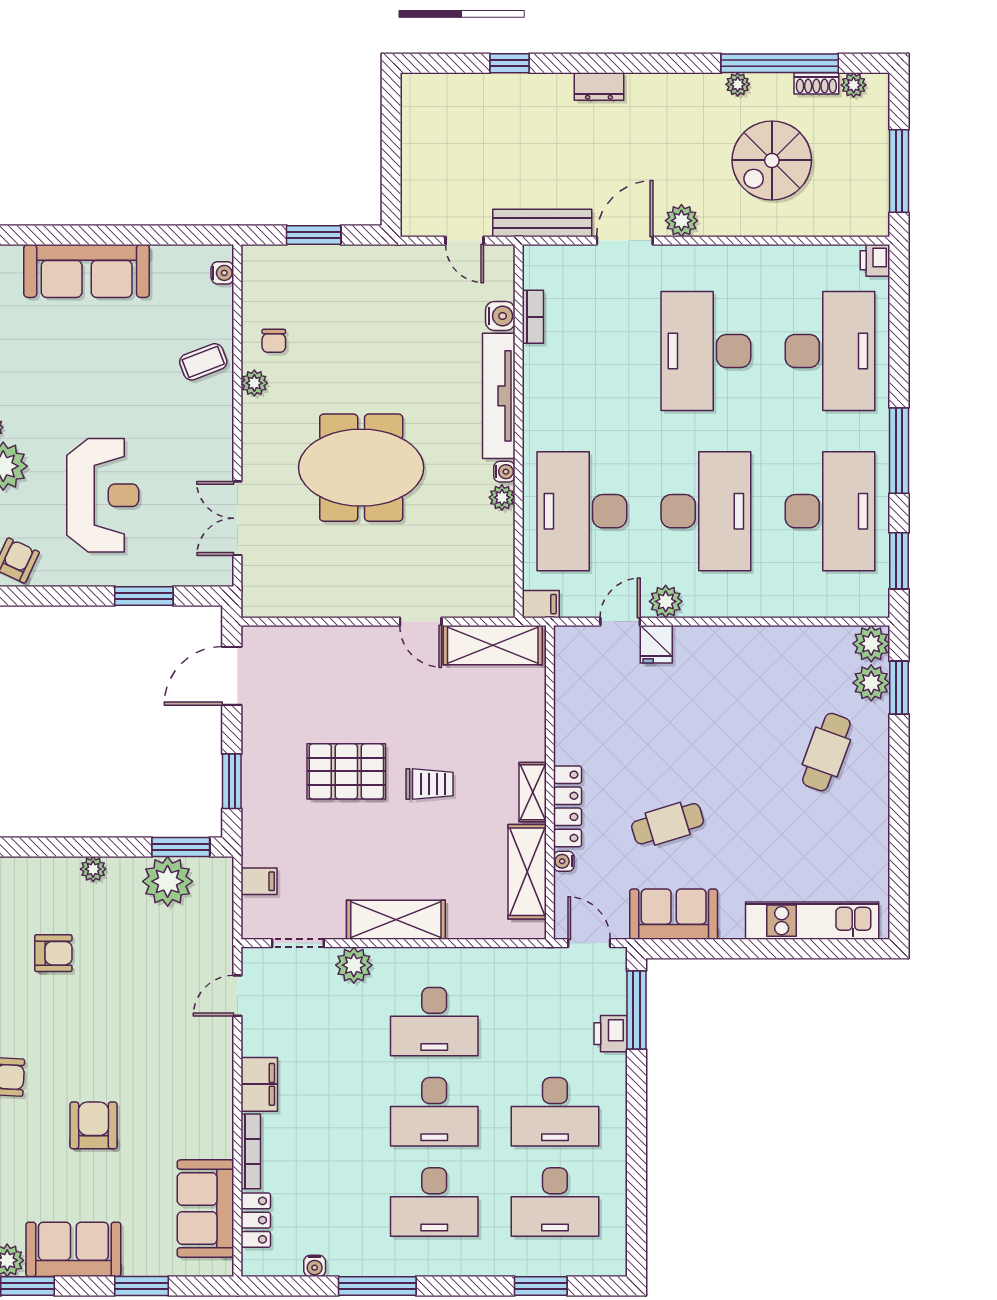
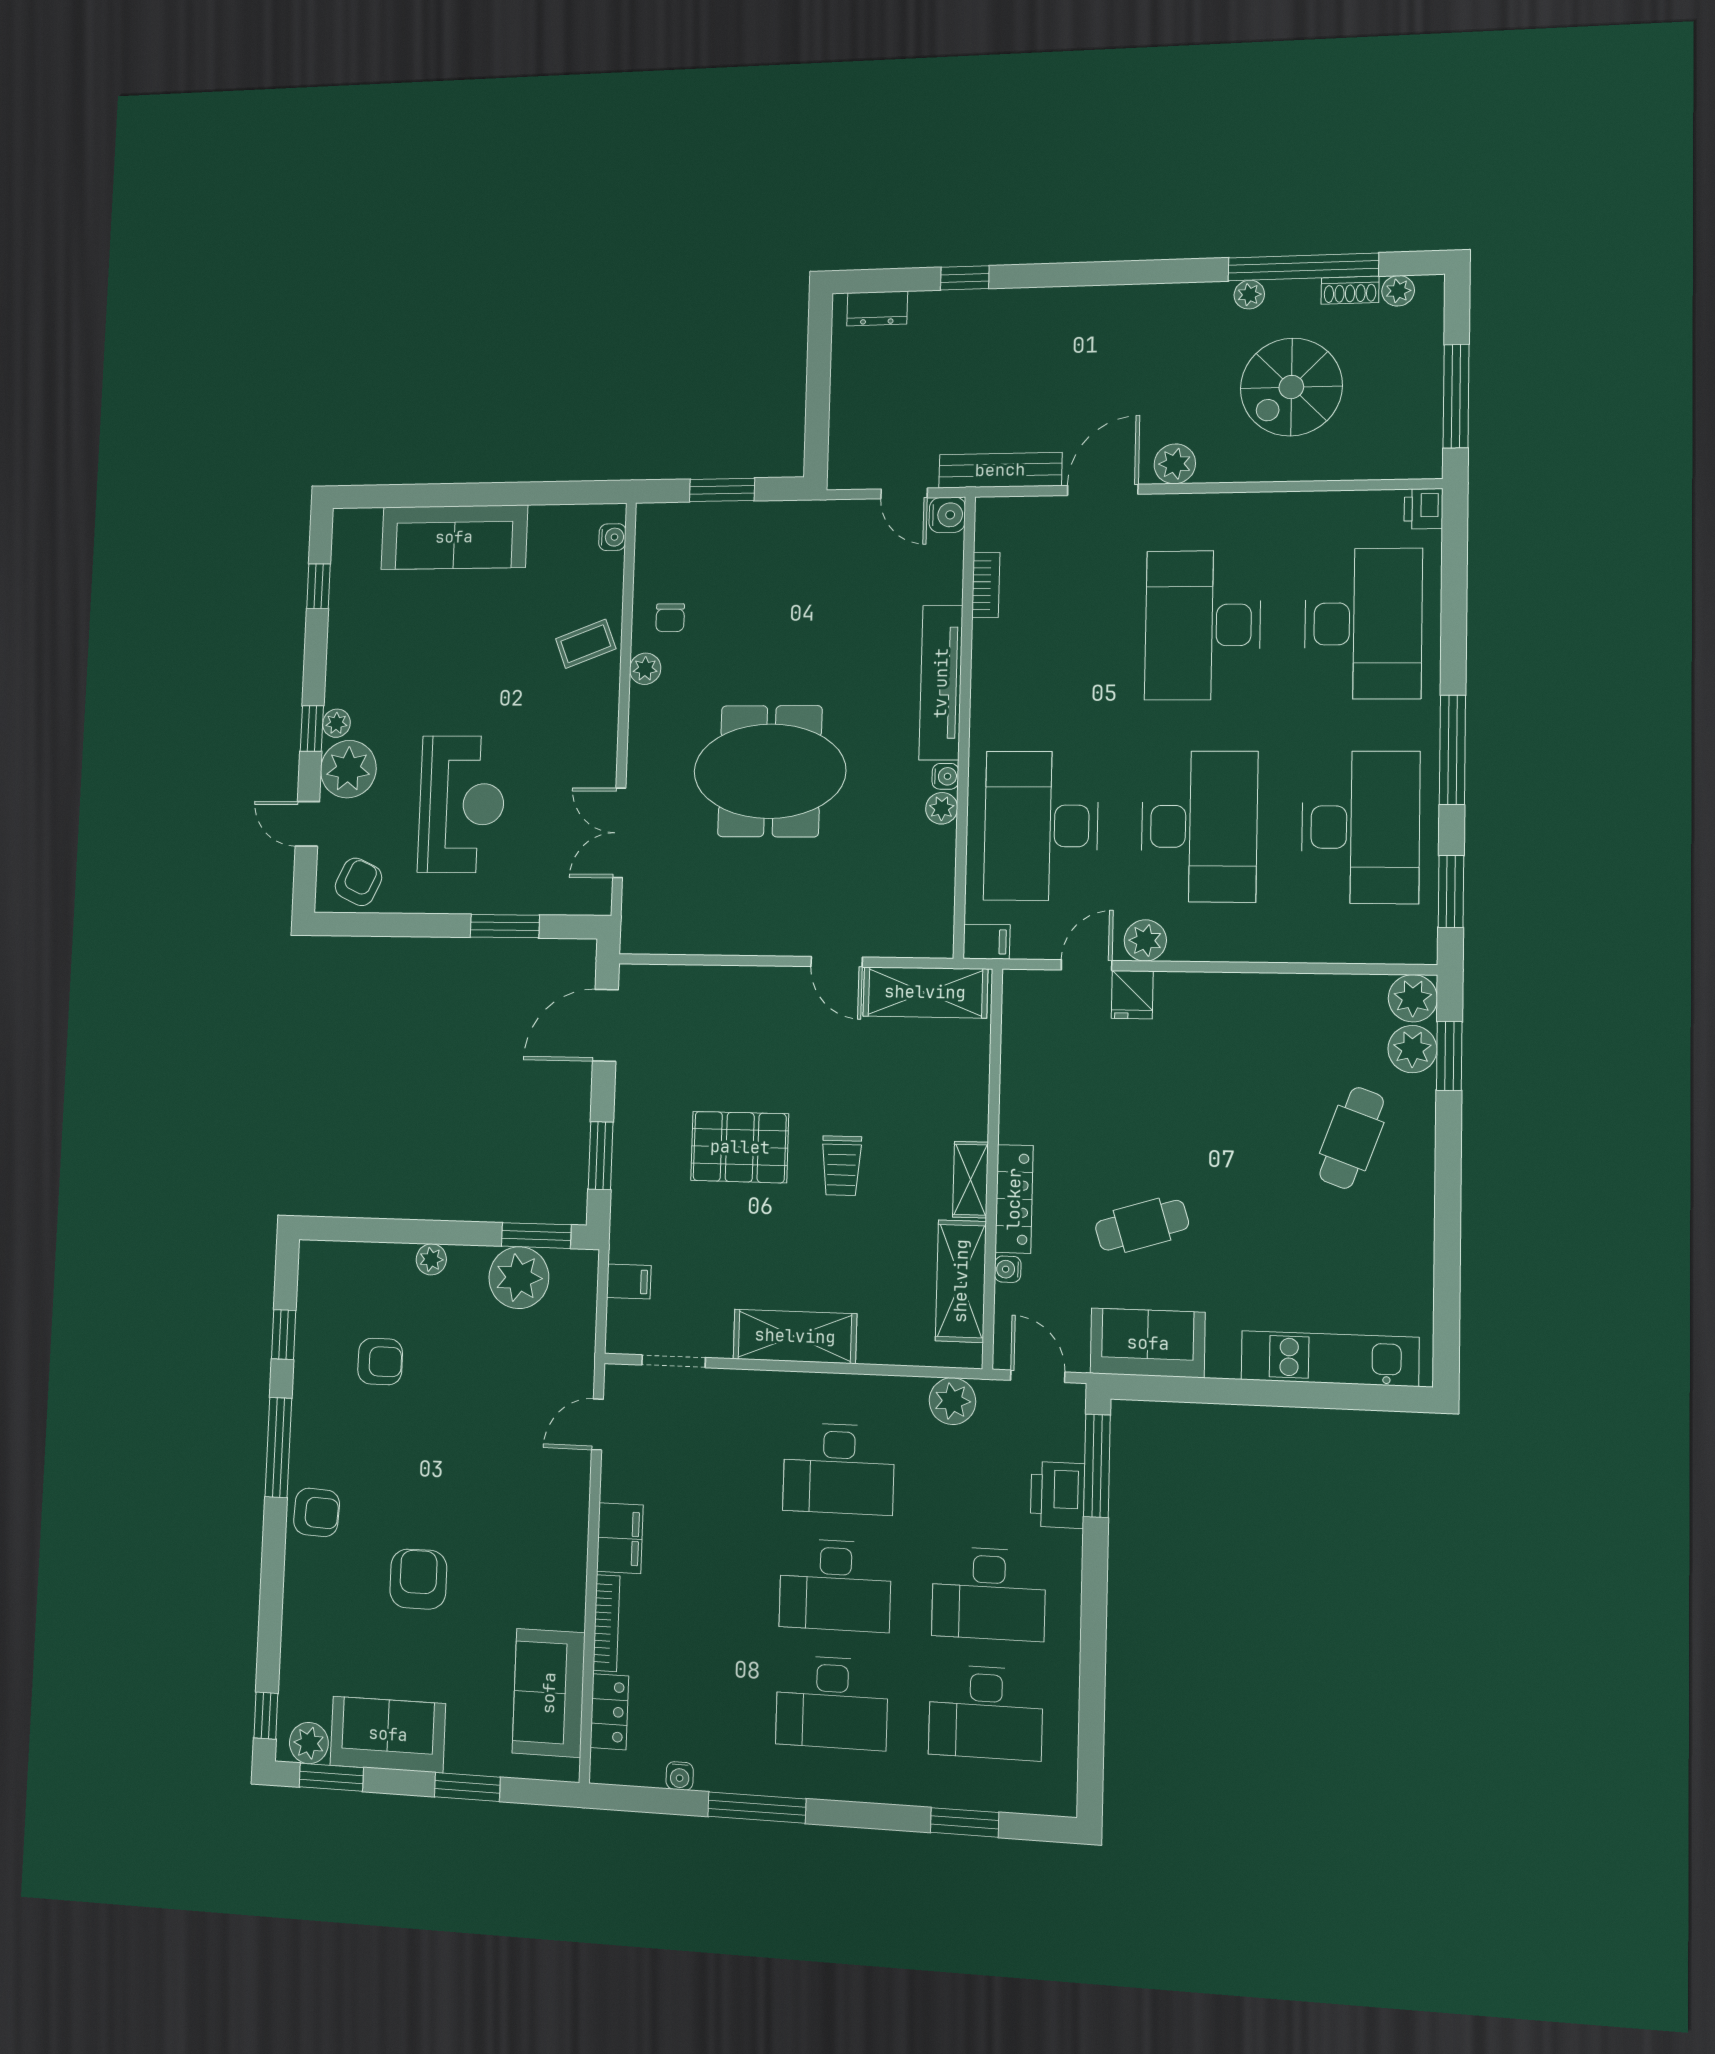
dresser: (599, 86) -> (877, 308), moved
water cooler: (500, 316) -> (947, 515), moved
trolley: (429, 784) -> (841, 1166), turned 90
plant: (354, 965) -> (952, 1401), moved
printer: (611, 1034) -> (1058, 1495), width x1.36, depth x1.24

